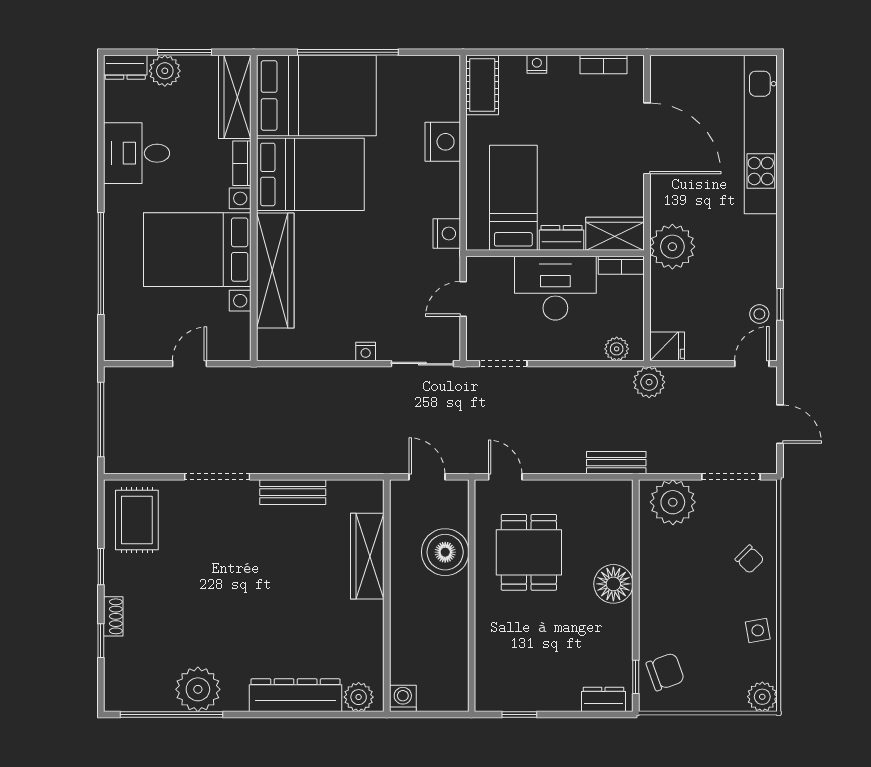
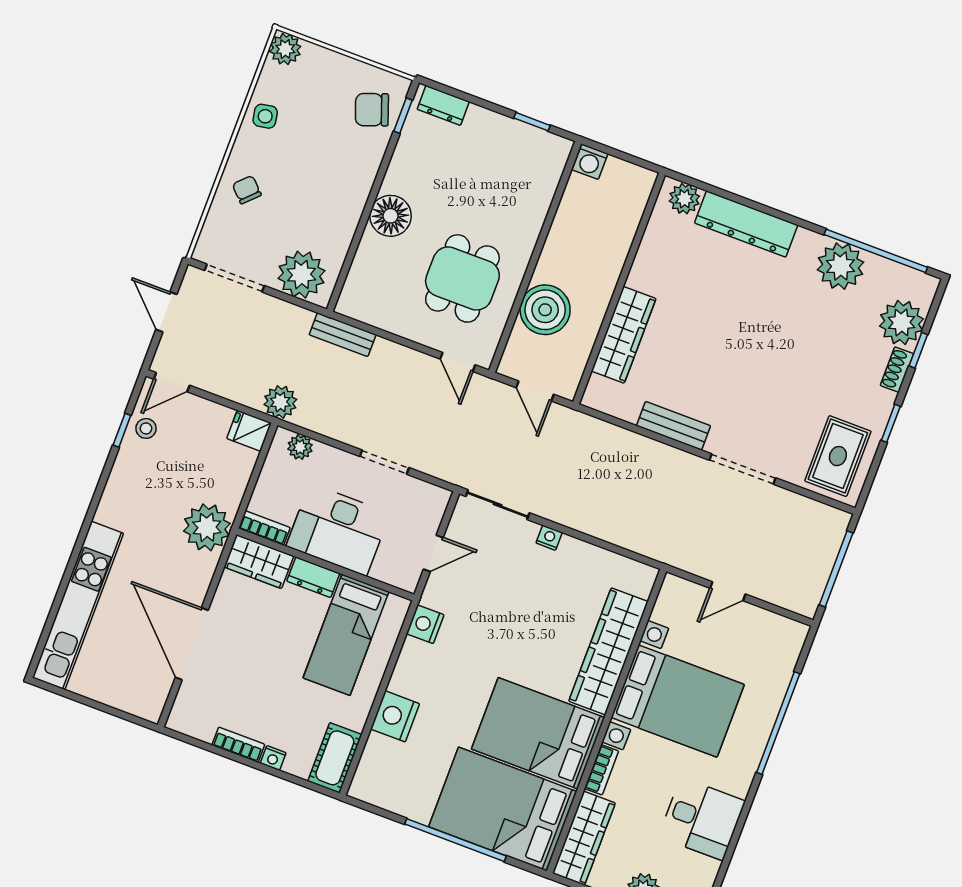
bookcase: (604, 64) -> (238, 745), moved
doorway: (503, 364) -> (384, 462), moved
plant: (125, 660) -> (902, 323), added
washing machine: (403, 698) -> (590, 162), moved

